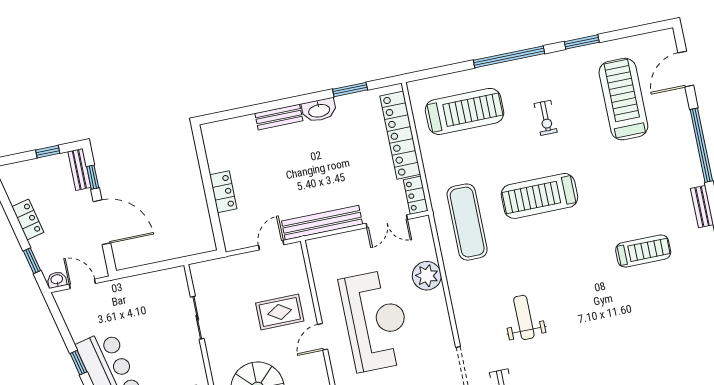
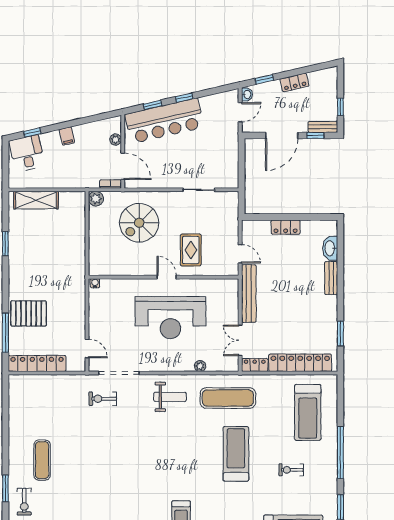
washbasin: (319, 110) -> (330, 248), moved
plant: (427, 276) -> (200, 366), width x0.53, depth x0.53
weight bench: (524, 317) -> (170, 397), moved

